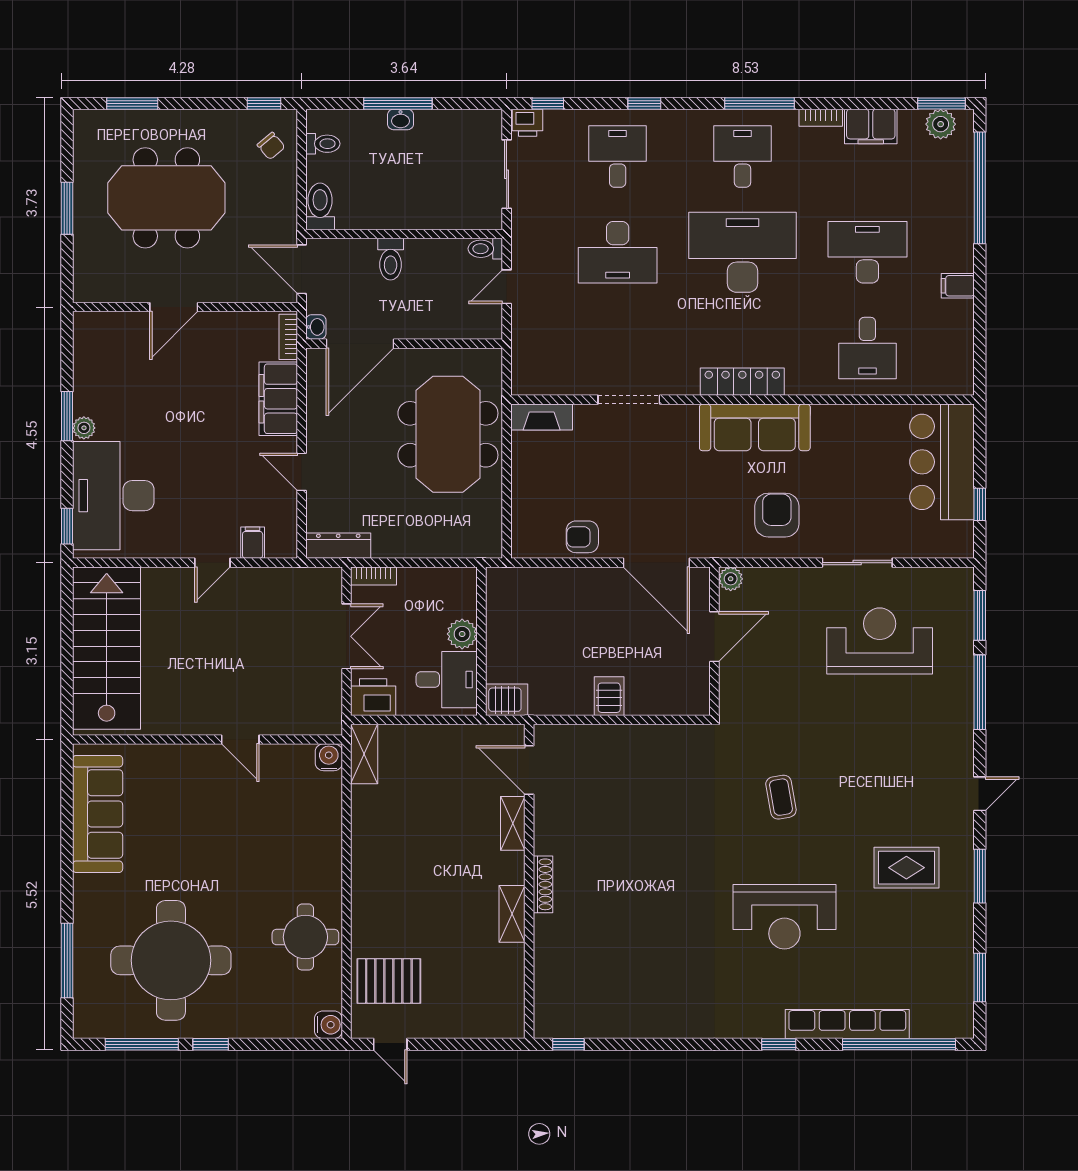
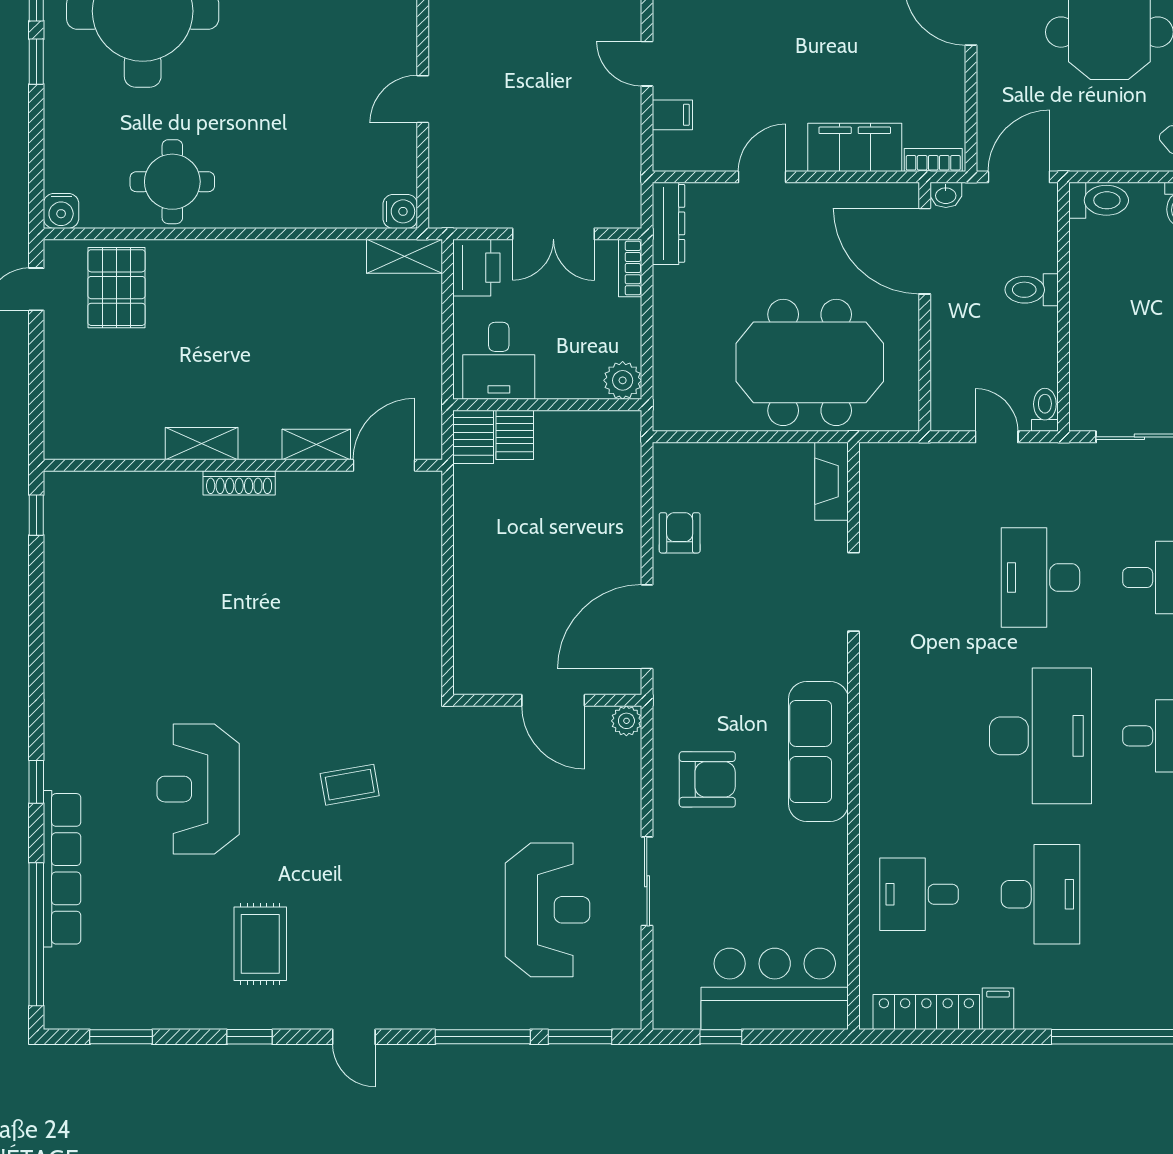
locker: (742, 382) -> (926, 1012), moved, turned -90
plant: (462, 634) -> (623, 380), moved
server rack: (609, 696) -> (515, 435), moved, turned 90
window: (980, 876) -> (250, 1037), width x0.67

